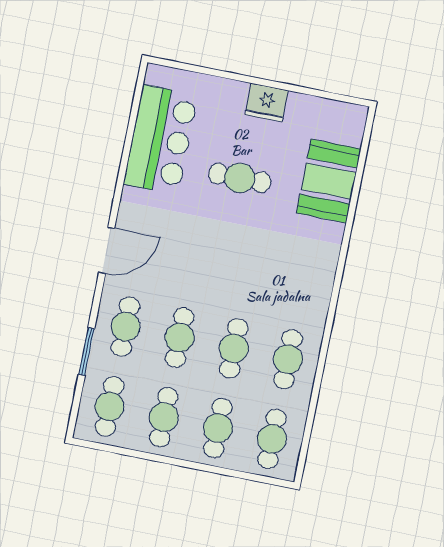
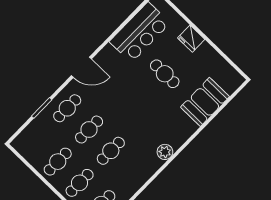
fridge: (267, 103) -> (191, 39), moved
plant: (317, 297) -> (165, 152), added
cafe table: (288, 359) -> (133, 172), removed
cafe table: (110, 406) -> (36, 140), removed

